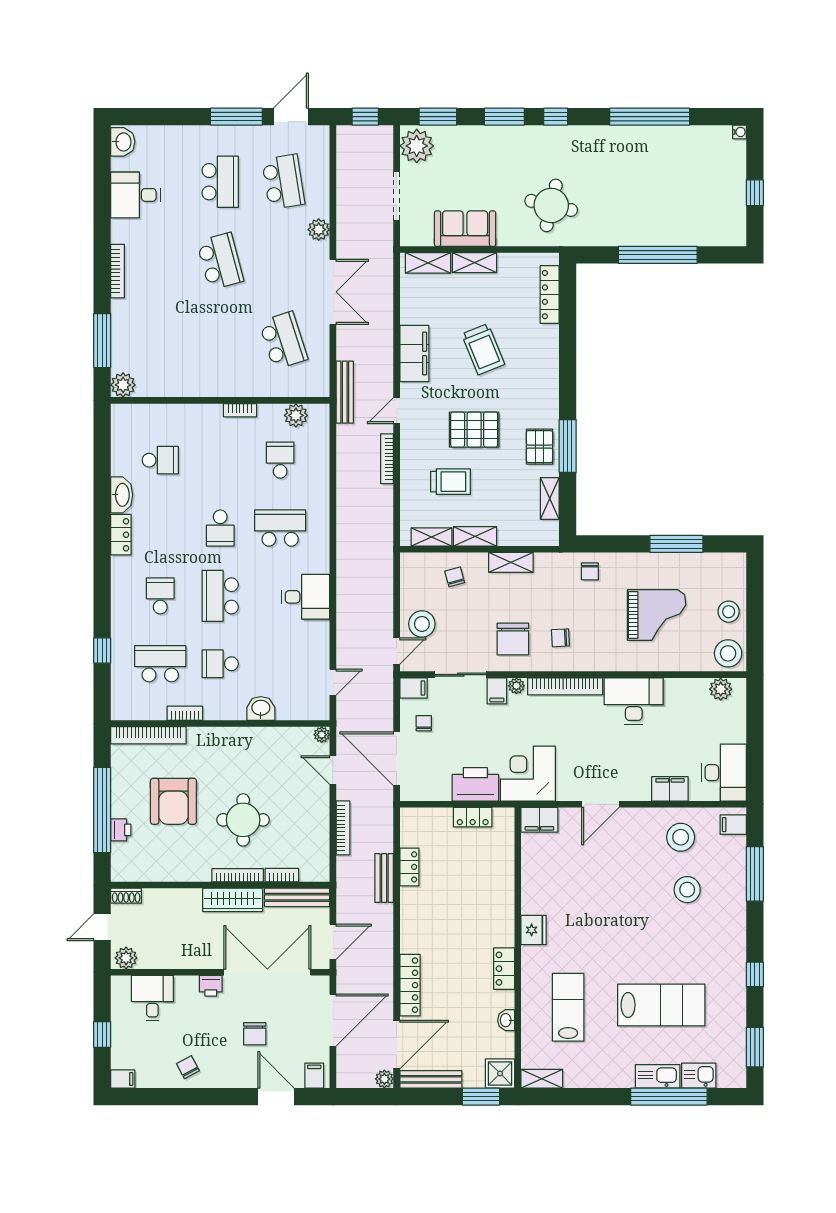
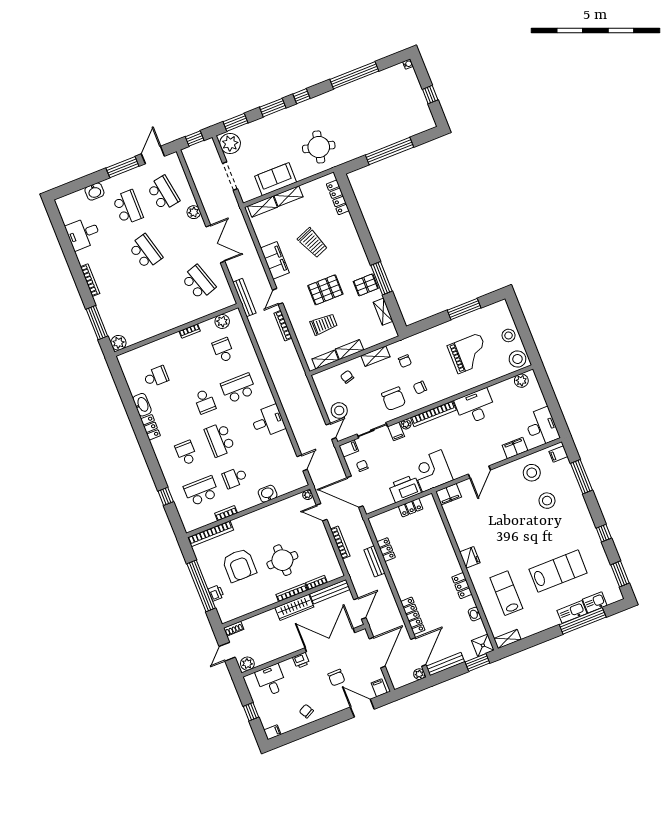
washbasin: (123, 142) -> (94, 192), moved, turned 90
pallet: (540, 447) -> (366, 285), turned 90
chair: (590, 571) -> (405, 361), moved

